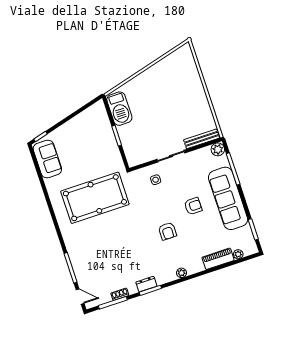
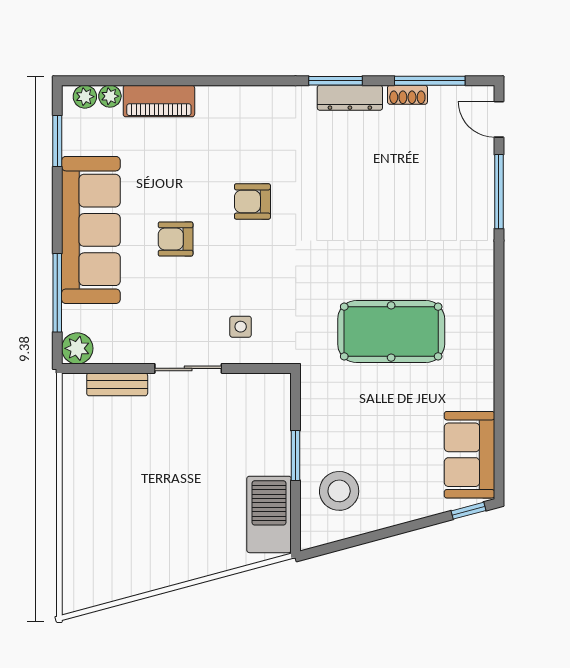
stool: (95, 127) -> (339, 491), added
bench: (202, 139) -> (117, 384), width x0.73
pool table: (95, 198) -> (391, 332), width x0.73, depth x0.76
armchair: (167, 231) -> (252, 201), turned -90
plant: (182, 273) -> (85, 97), moved
dresser: (146, 284) -> (350, 98), width x1.44

